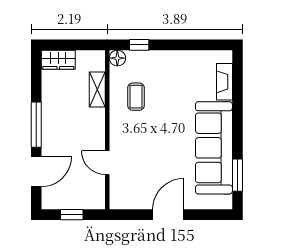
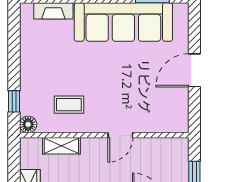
door: (107, 163) -> (120, 135), moved
door: (168, 215) -> (194, 70), hinge flipped

